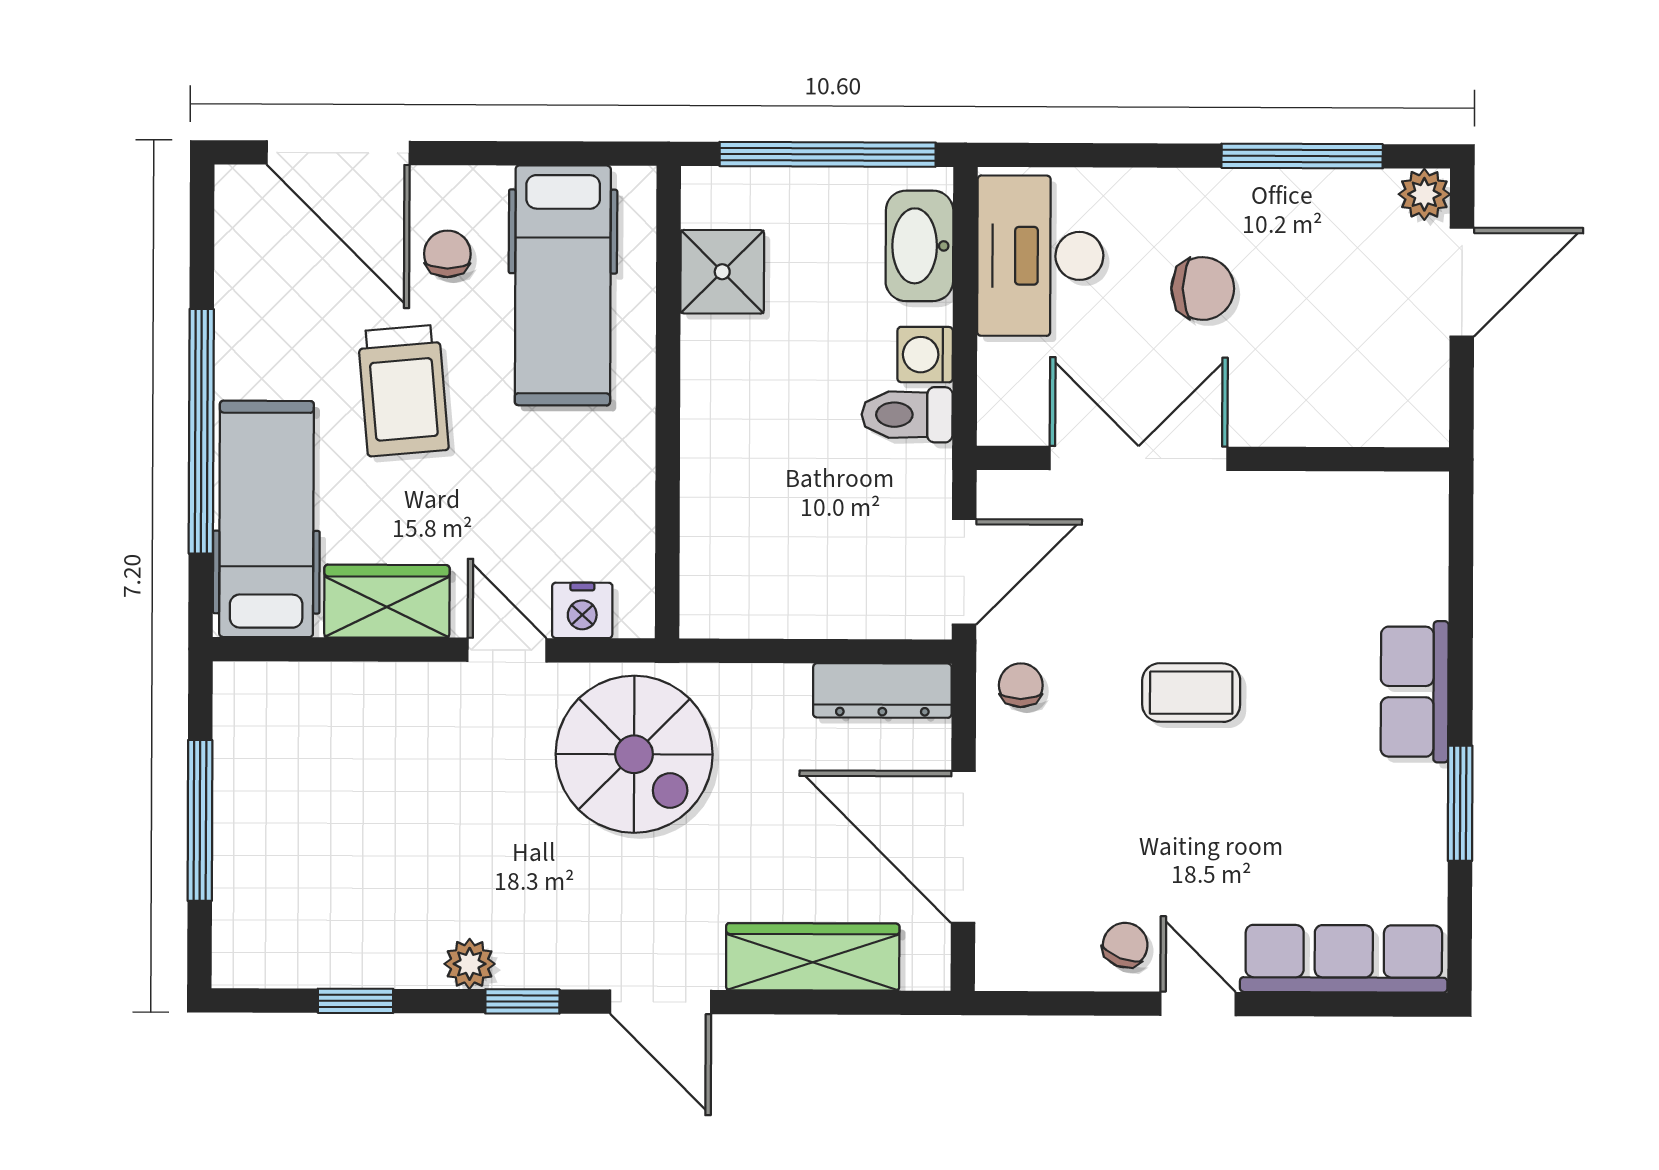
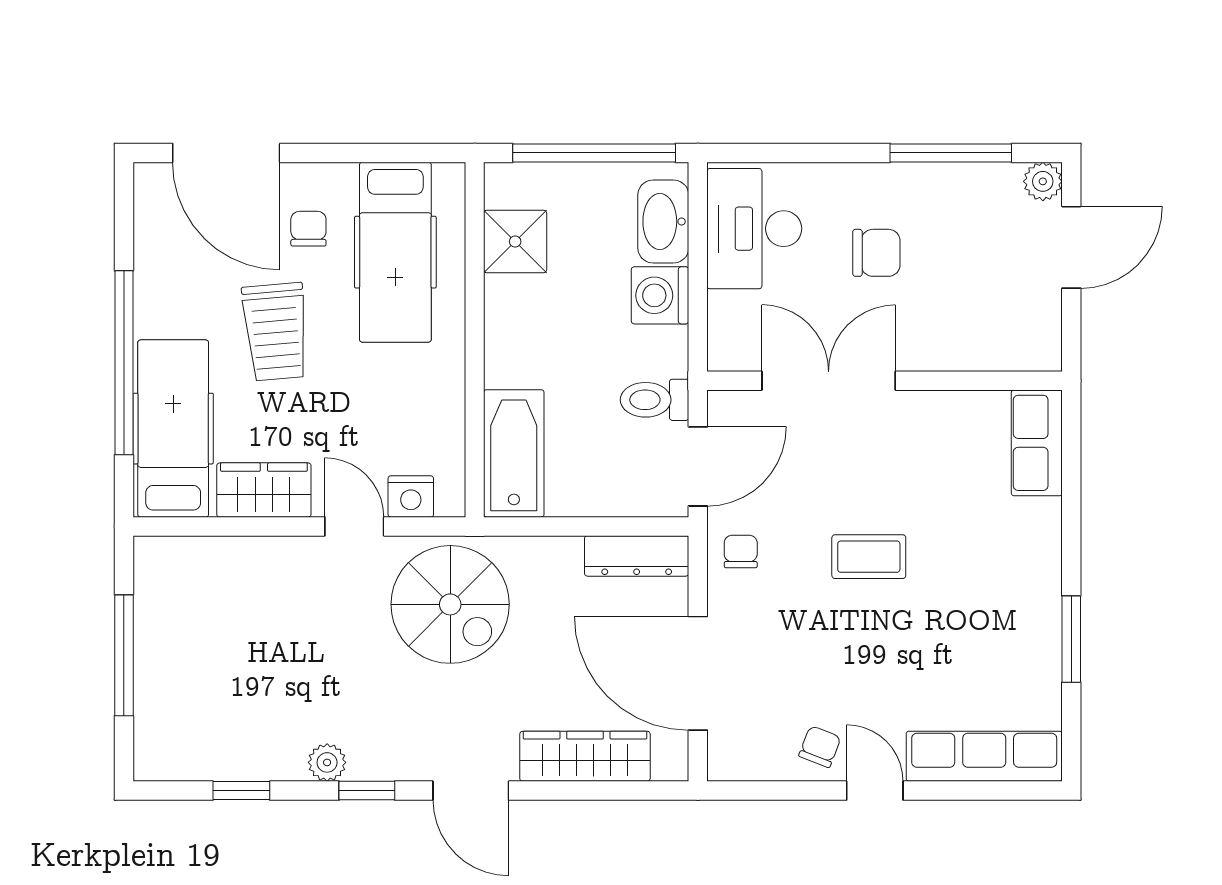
washing machine: (925, 355) -> (660, 295), width x1.38, depth x1.38
toilet: (907, 415) -> (655, 400), moved
bathtub: (720, 554) -> (514, 453), added
row of seats: (1415, 692) -> (1037, 443), moved

